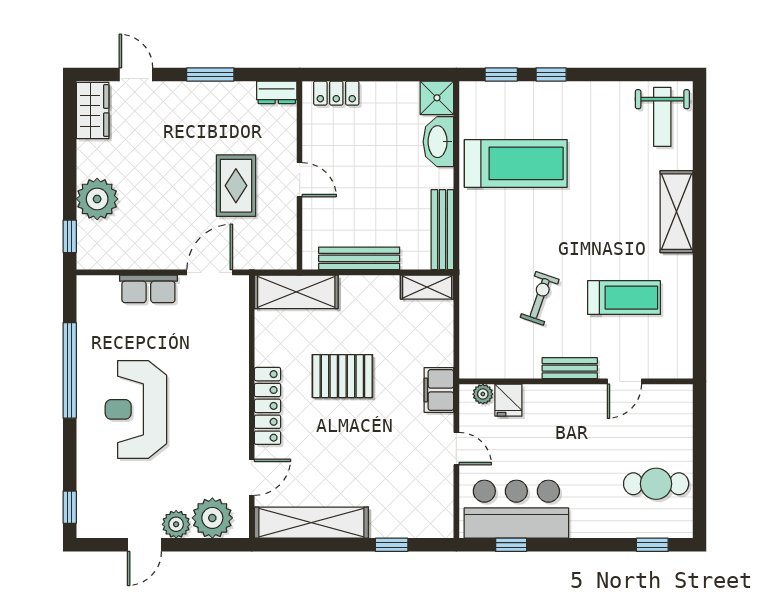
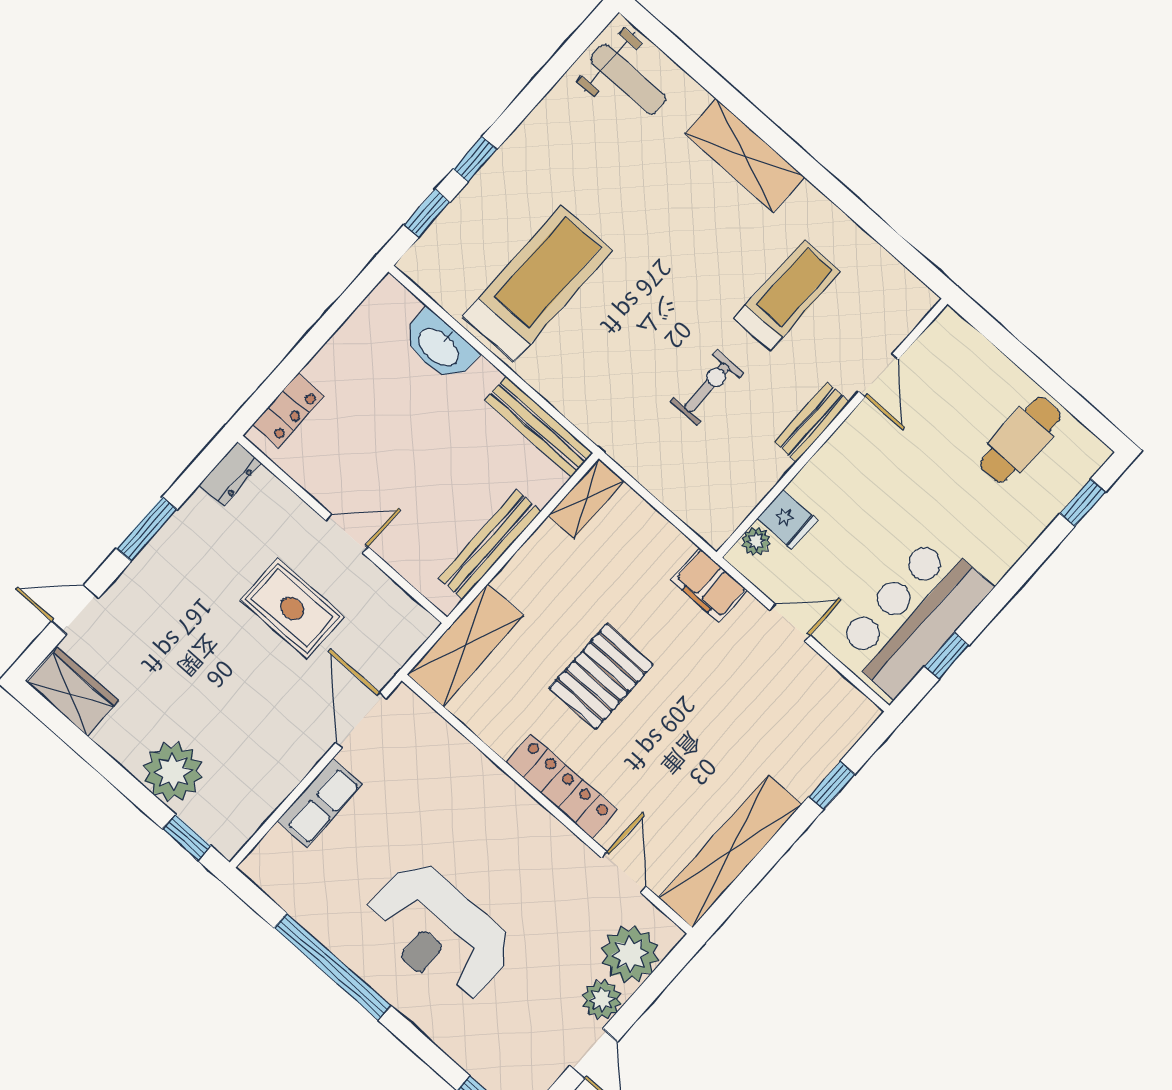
shower: (437, 98) -> (390, 306), removed
exercise bike: (540, 298) -> (707, 387), turned 71

